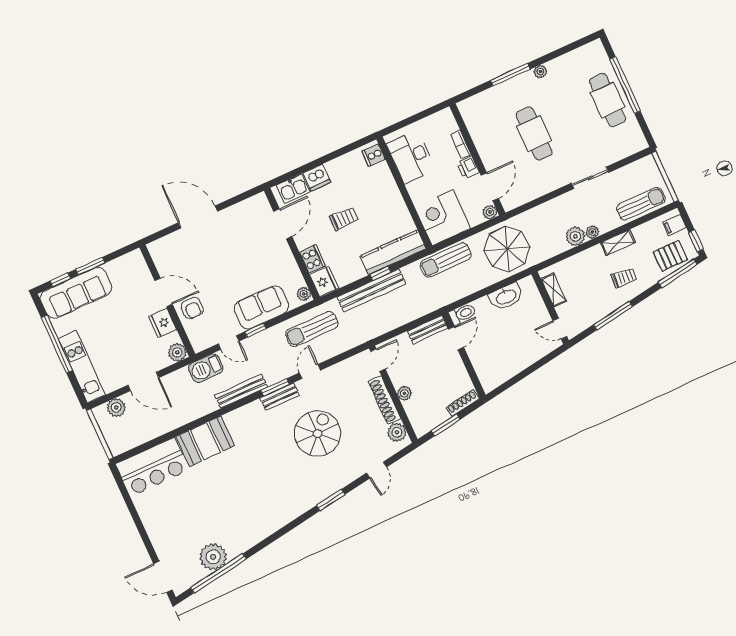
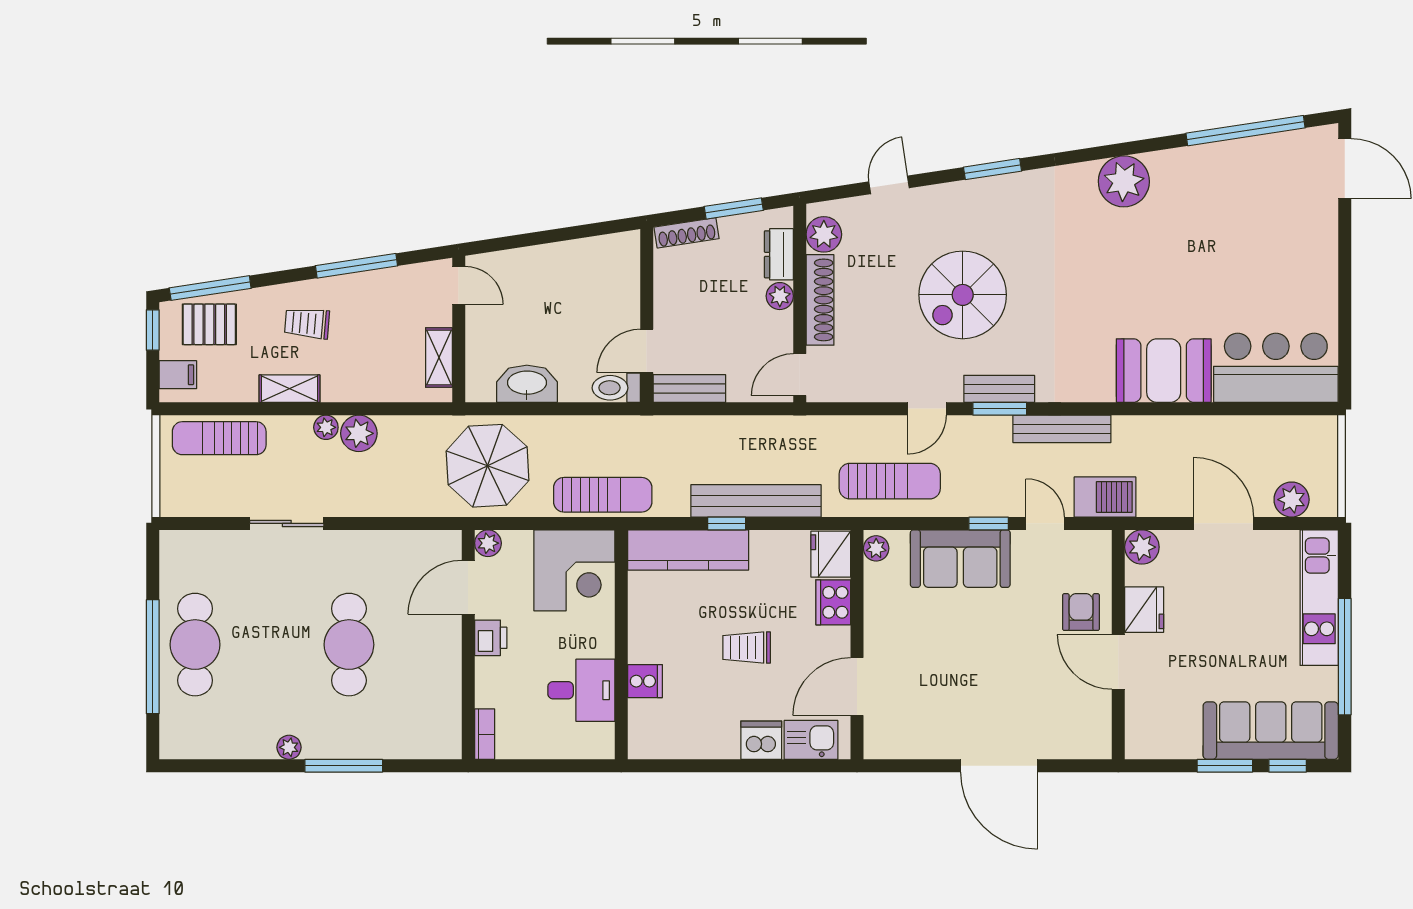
bookcase: (461, 145) -> (485, 734), moved
cooker: (374, 155) -> (645, 681), moved
desk: (411, 157) -> (581, 690), width x0.73
dresser: (414, 413) -> (779, 254), added
plant: (213, 557) -> (1124, 181), moved

